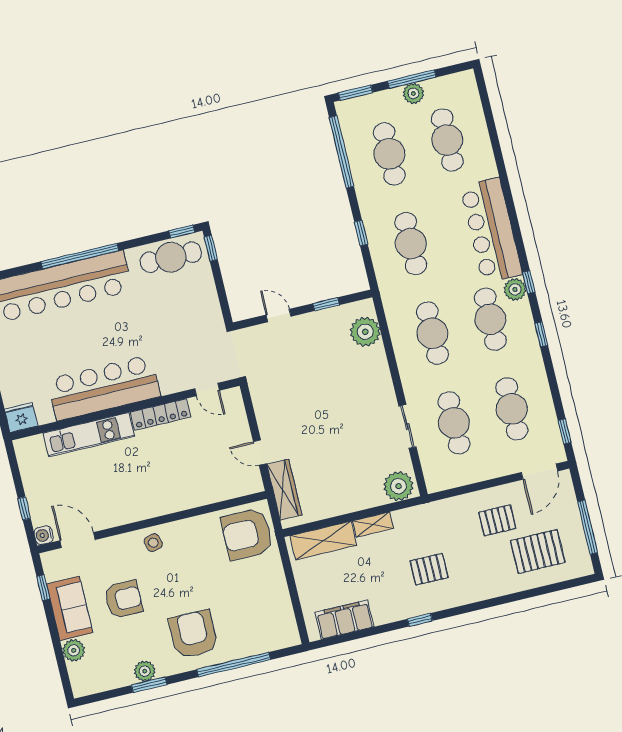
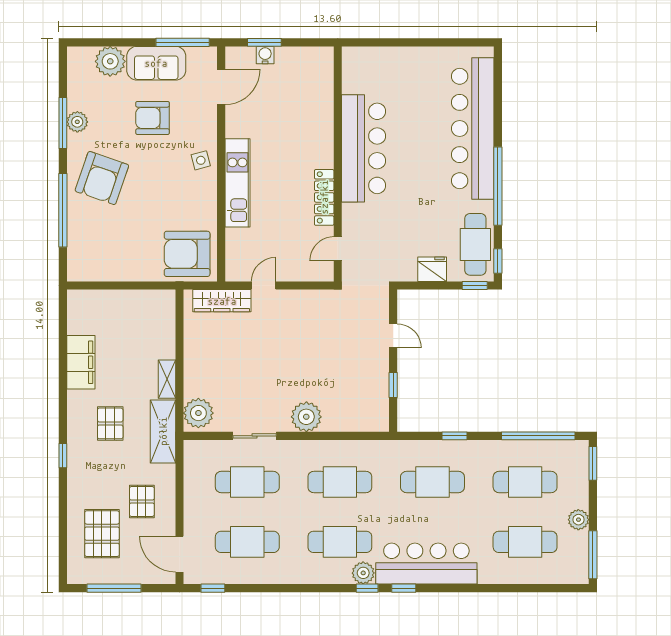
window: (412, 79) -> (593, 555), moved
window: (80, 256) -> (498, 186), moved
door: (279, 316) -> (393, 336), hinge flipped
plant: (365, 332) -> (306, 417), moved
window: (541, 334) -> (404, 588), moved
fridge: (21, 417) -> (432, 269), moved, turned -90
kitchen unit: (89, 435) -> (237, 183), moved, turned 180
window: (24, 508) -> (264, 42), width x1.50
armchair: (247, 534) -> (187, 254), turned -90
water cooler: (44, 535) -> (265, 55), moved
shelving: (323, 541) -> (163, 431), moved
window: (43, 588) -> (183, 42), width x2.17
armchair: (123, 599) -> (153, 118), turned 90
filing cabinet: (344, 620) -> (81, 362), moved
window: (420, 620) -> (63, 456), moved
armchair: (193, 634) -> (102, 178), turned 109
plant: (74, 650) -> (110, 61), width x1.36, depth x1.36
window: (149, 685) -> (63, 123), width x1.44

